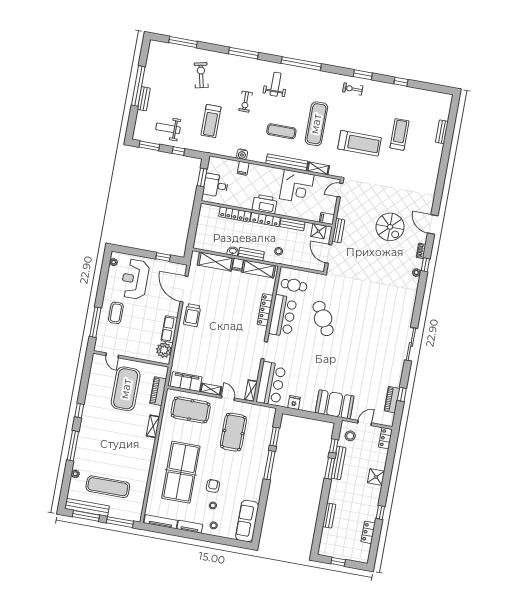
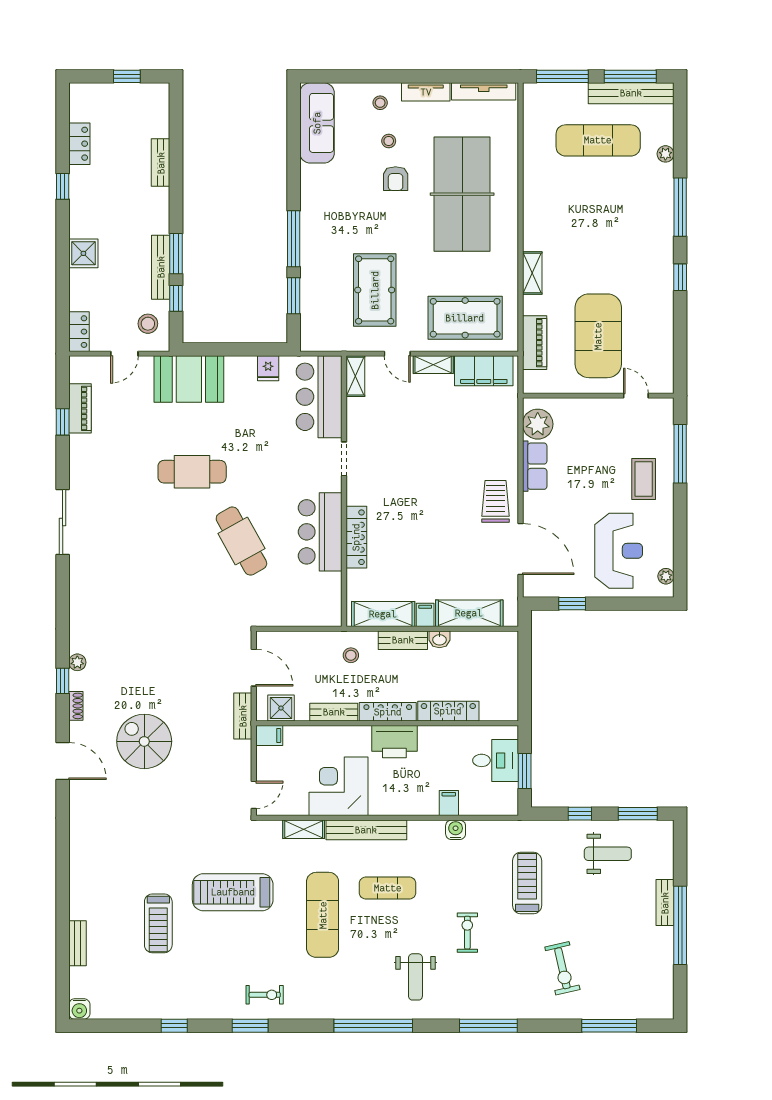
water cooler: (447, 99) -> (79, 1009), added
cafe table: (294, 285) -> (192, 472), moved, width x1.37, depth x1.35

